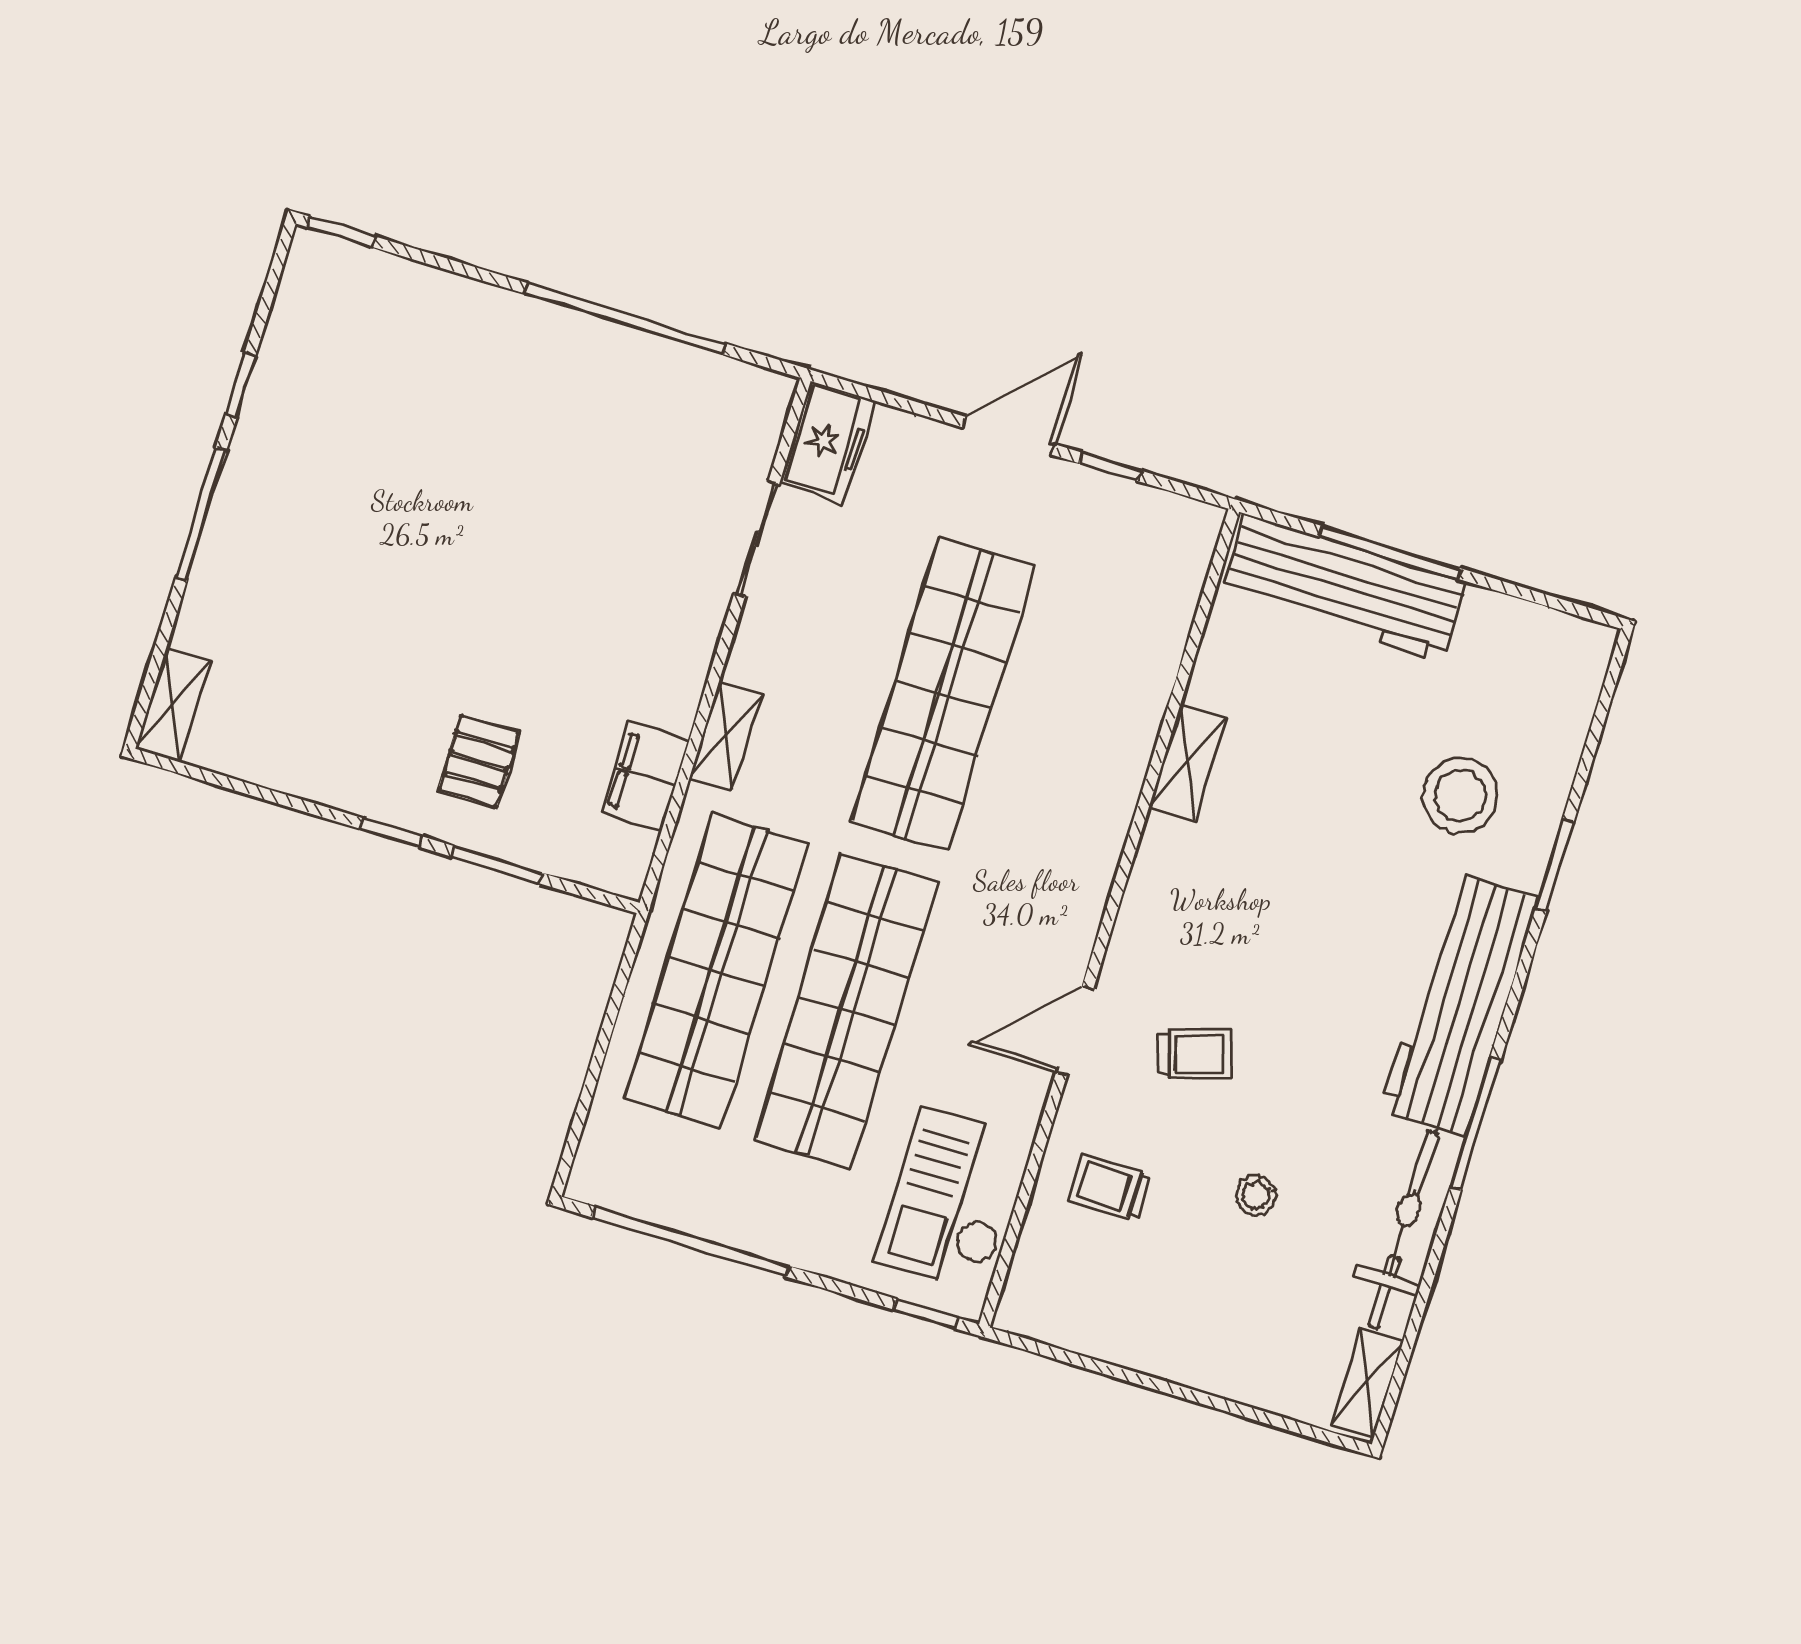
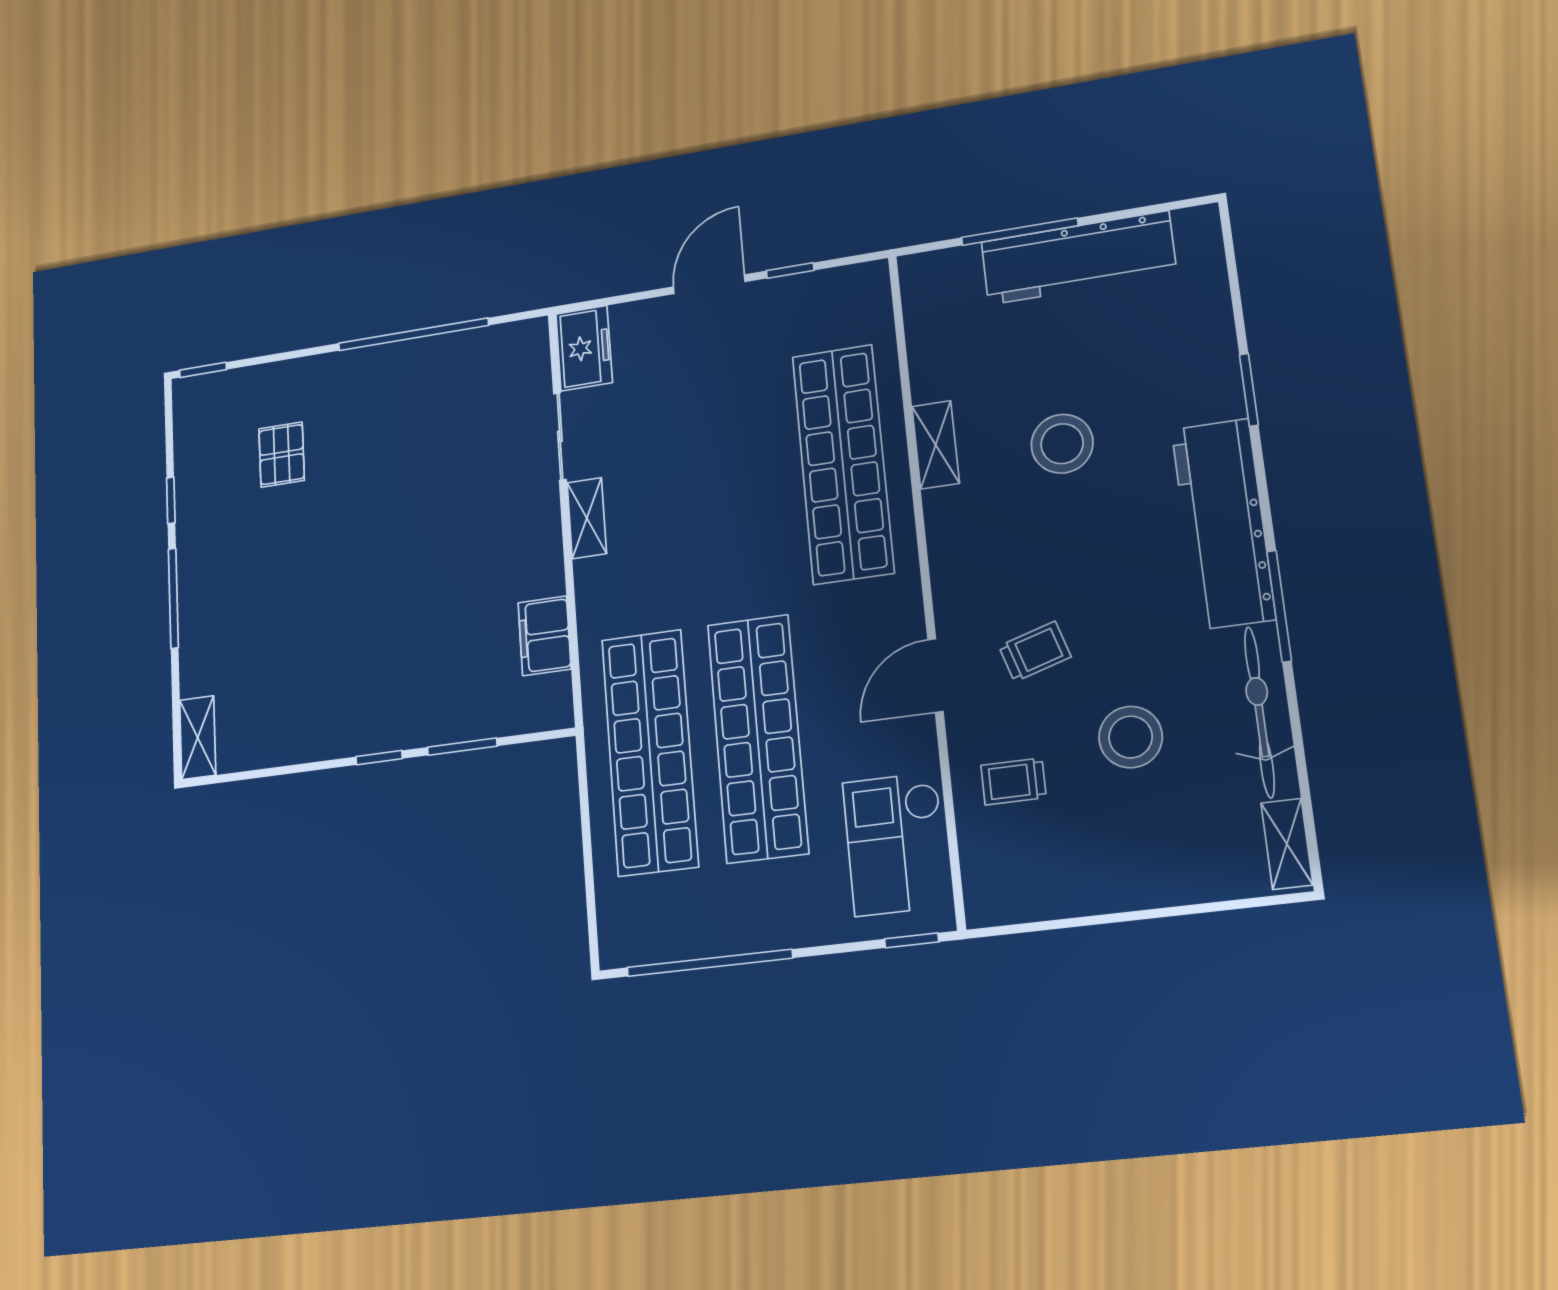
workbench: (1344, 588) -> (1078, 258), moved
shop shelf: (943, 694) -> (843, 464), moved
shelving: (726, 736) -> (587, 518), moved
pallet: (479, 761) -> (282, 455), moved
stool: (1460, 795) -> (1062, 444), moved
stool: (1256, 1195) -> (1131, 737), width x1.89, depth x1.89

